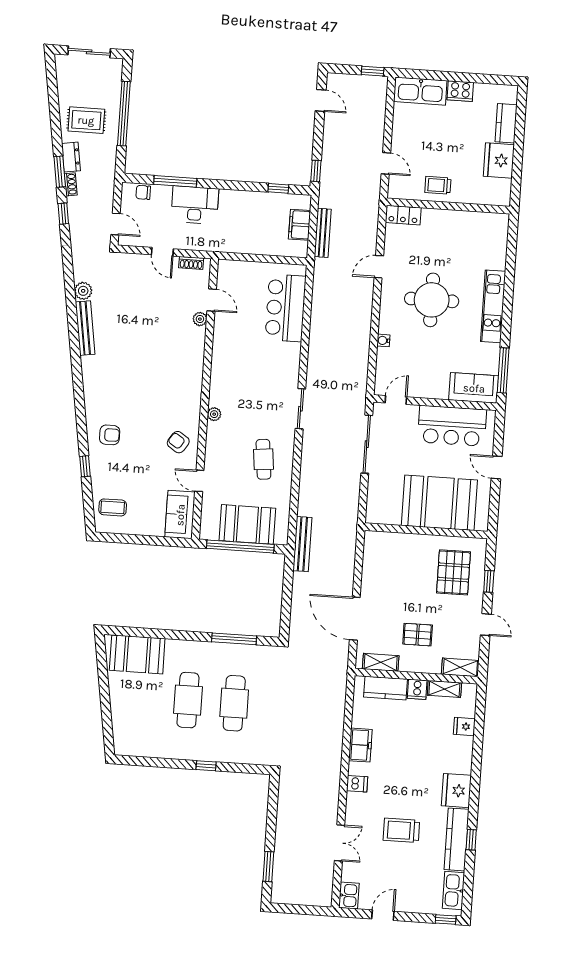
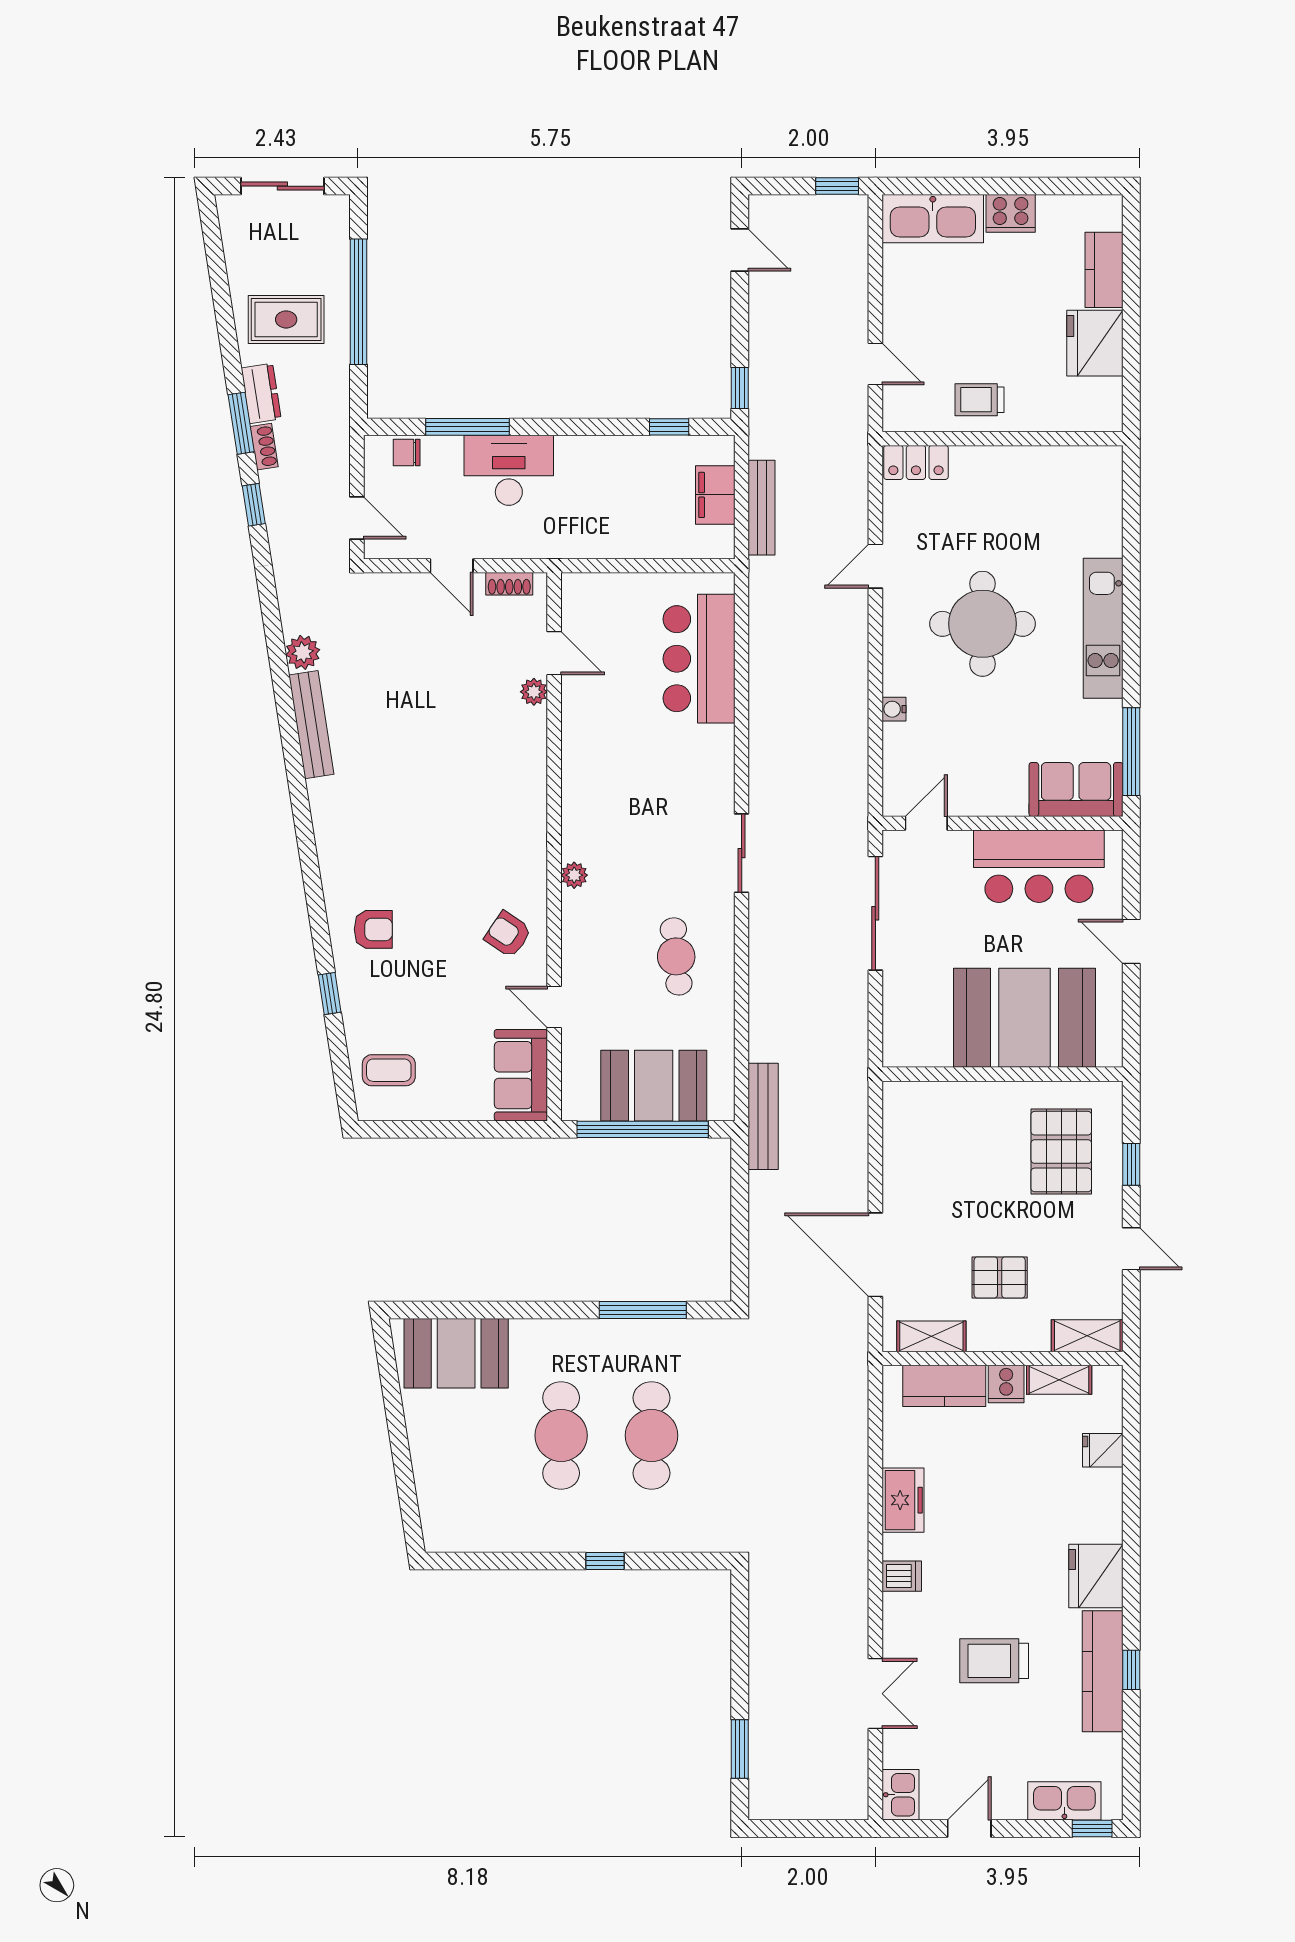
kitchen sink: (454, 891) -> (1064, 1801), moved, turned 90

